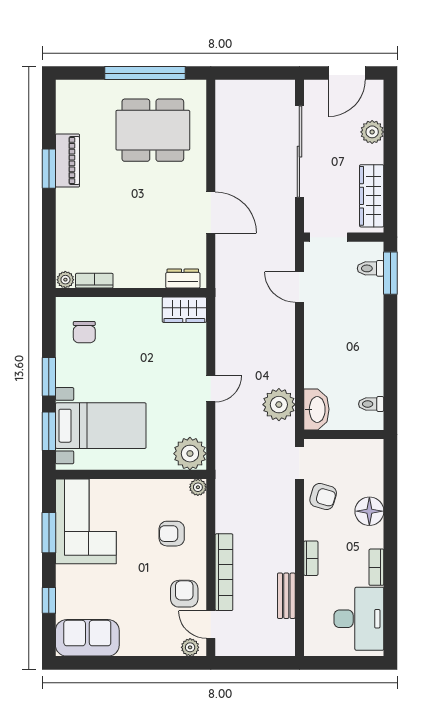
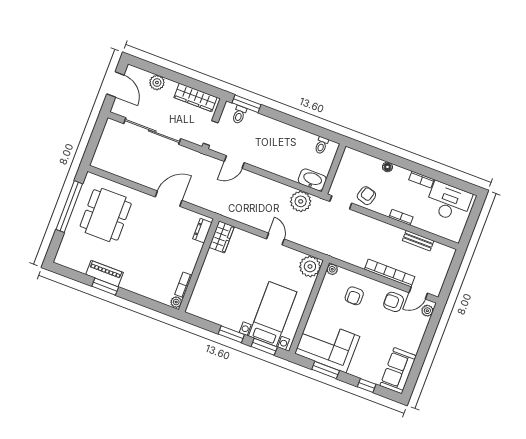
chair: (84, 332) -> (212, 303), removed
floor lamp: (369, 511) -> (387, 167), width x0.53, depth x0.53

